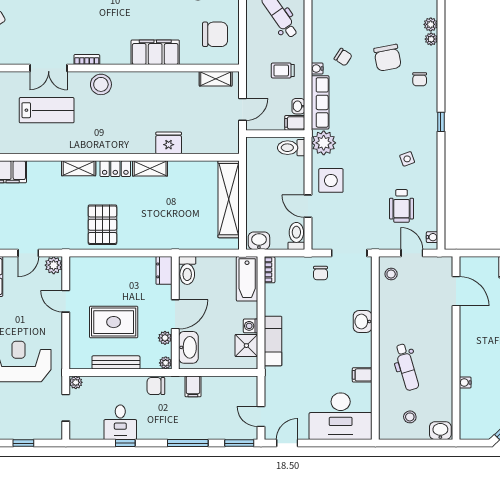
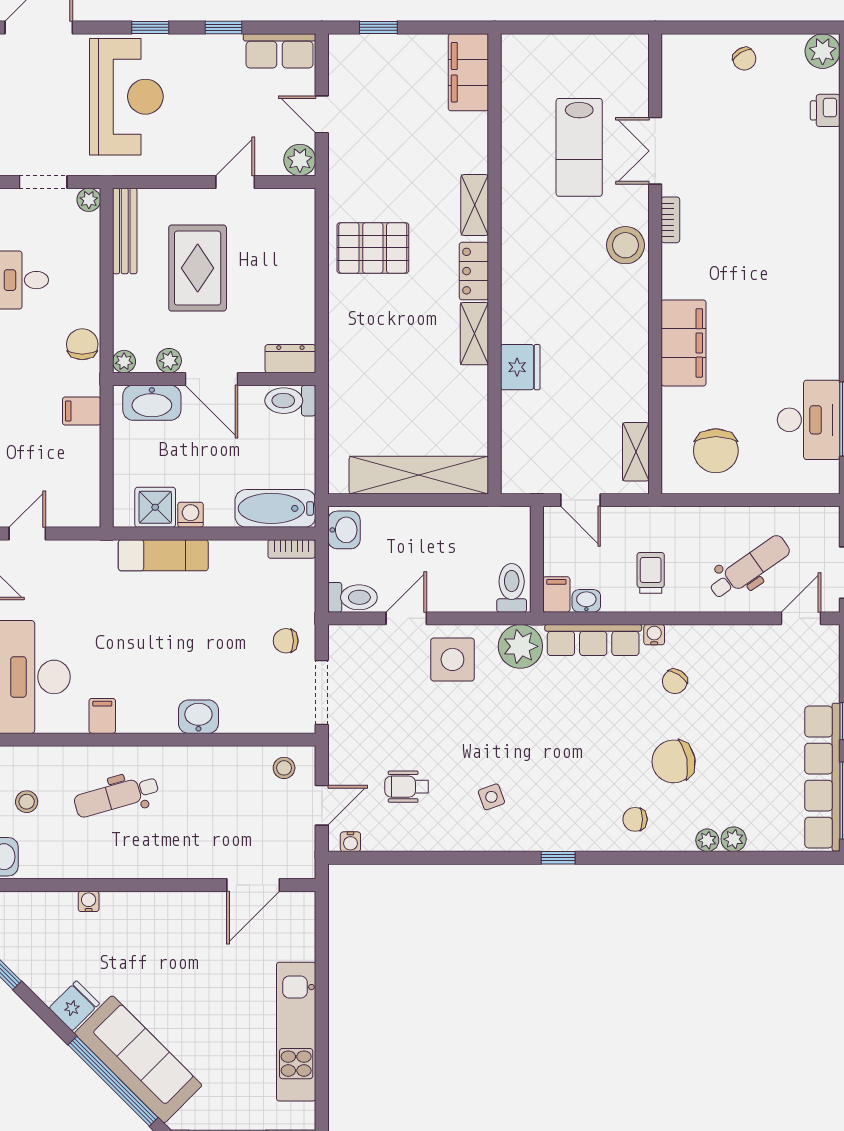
wheelchair: (401, 206) -> (407, 787), width x0.73, depth x0.73
bench: (116, 362) -> (125, 231), moved

